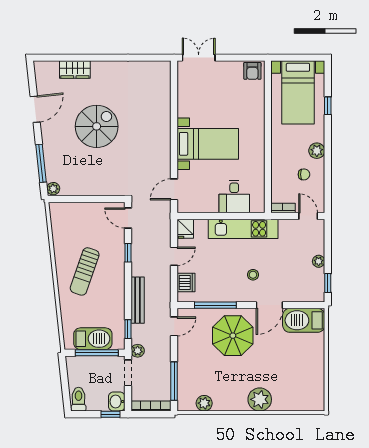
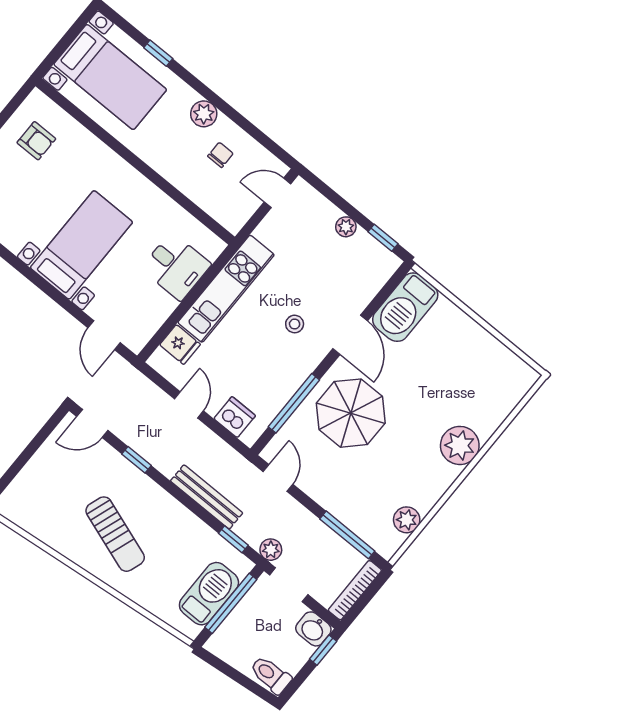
armchair: (252, 71) -> (36, 141), moved
bookcase: (283, 208) -> (241, 216), removed
fridge: (185, 229) -> (180, 344), moved

